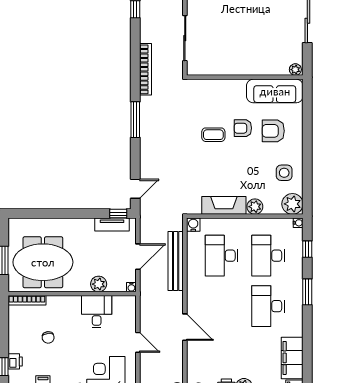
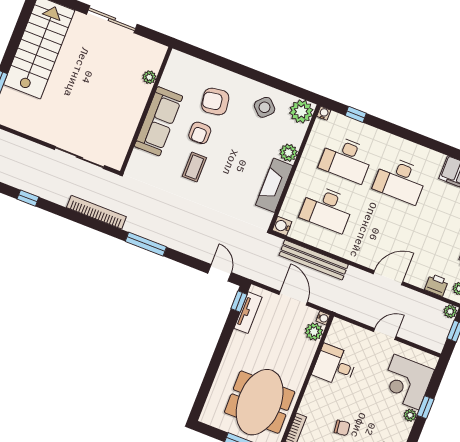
plant: (295, 70) -> (149, 77), moved
sofa: (275, 91) -> (159, 121), moved
armchair: (273, 131) -> (215, 102), turned 81
side table: (284, 173) -> (265, 107), turned 45
plant: (99, 284) -> (314, 332), moved
window: (307, 292) -> (401, 132), removed
printer: (194, 369) -> (436, 285), added

